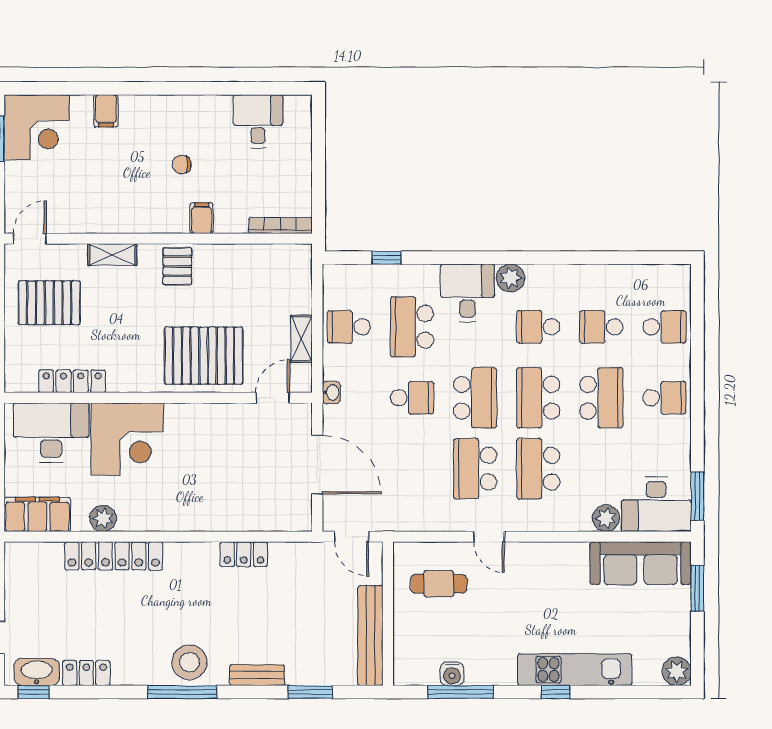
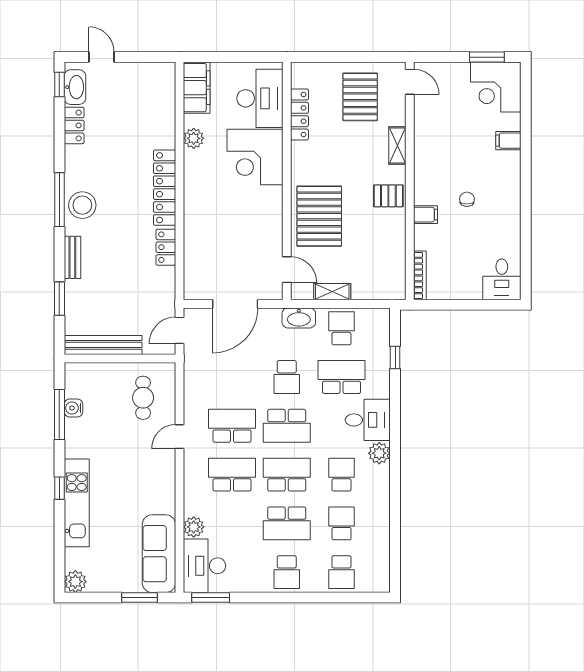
desk: (258, 121) -> (502, 279), moved, turned 90
washbasin: (331, 392) -> (299, 318), width x1.91, depth x1.45
locker: (114, 556) -> (165, 188), moved

